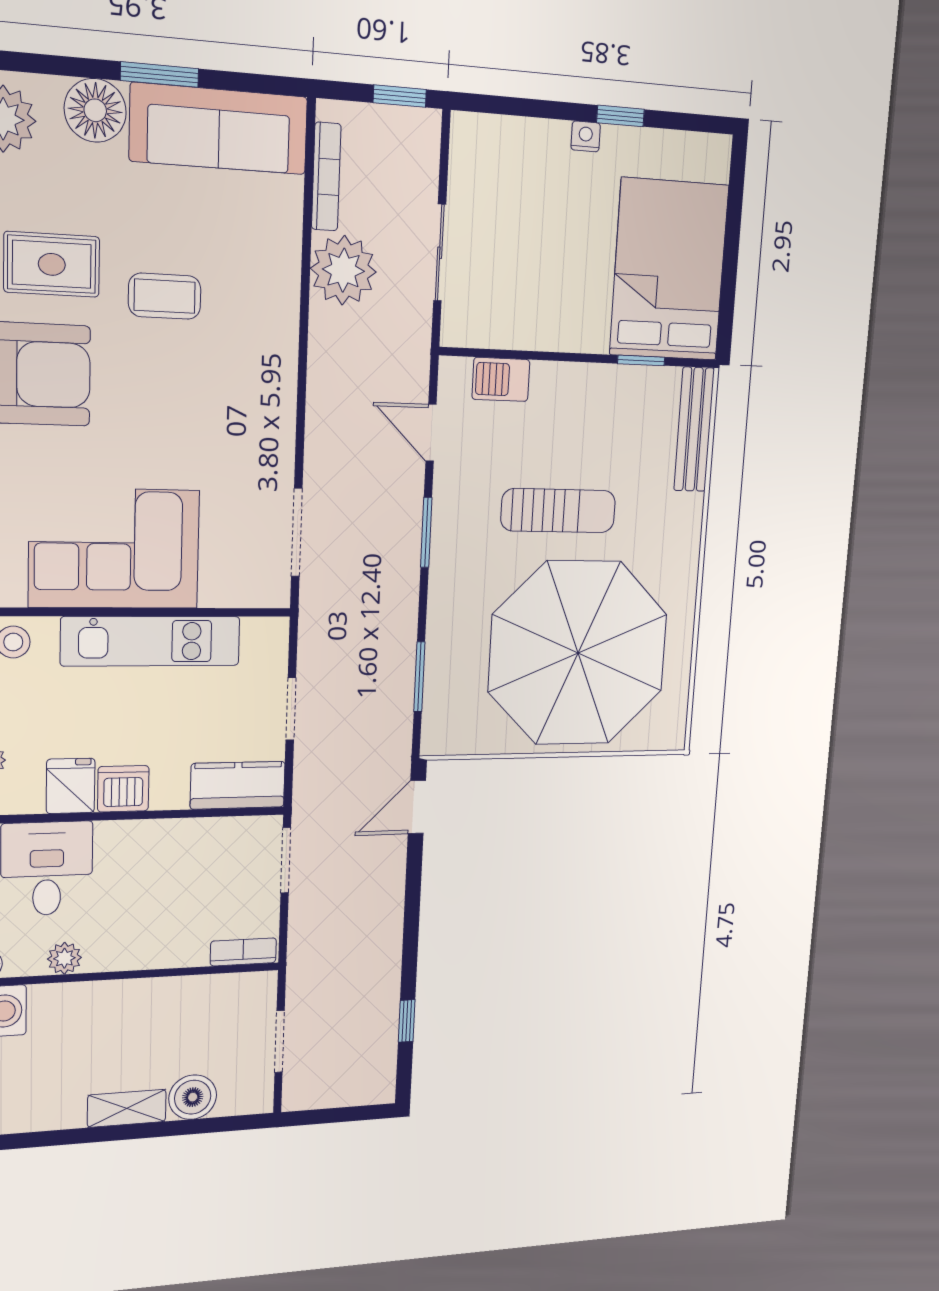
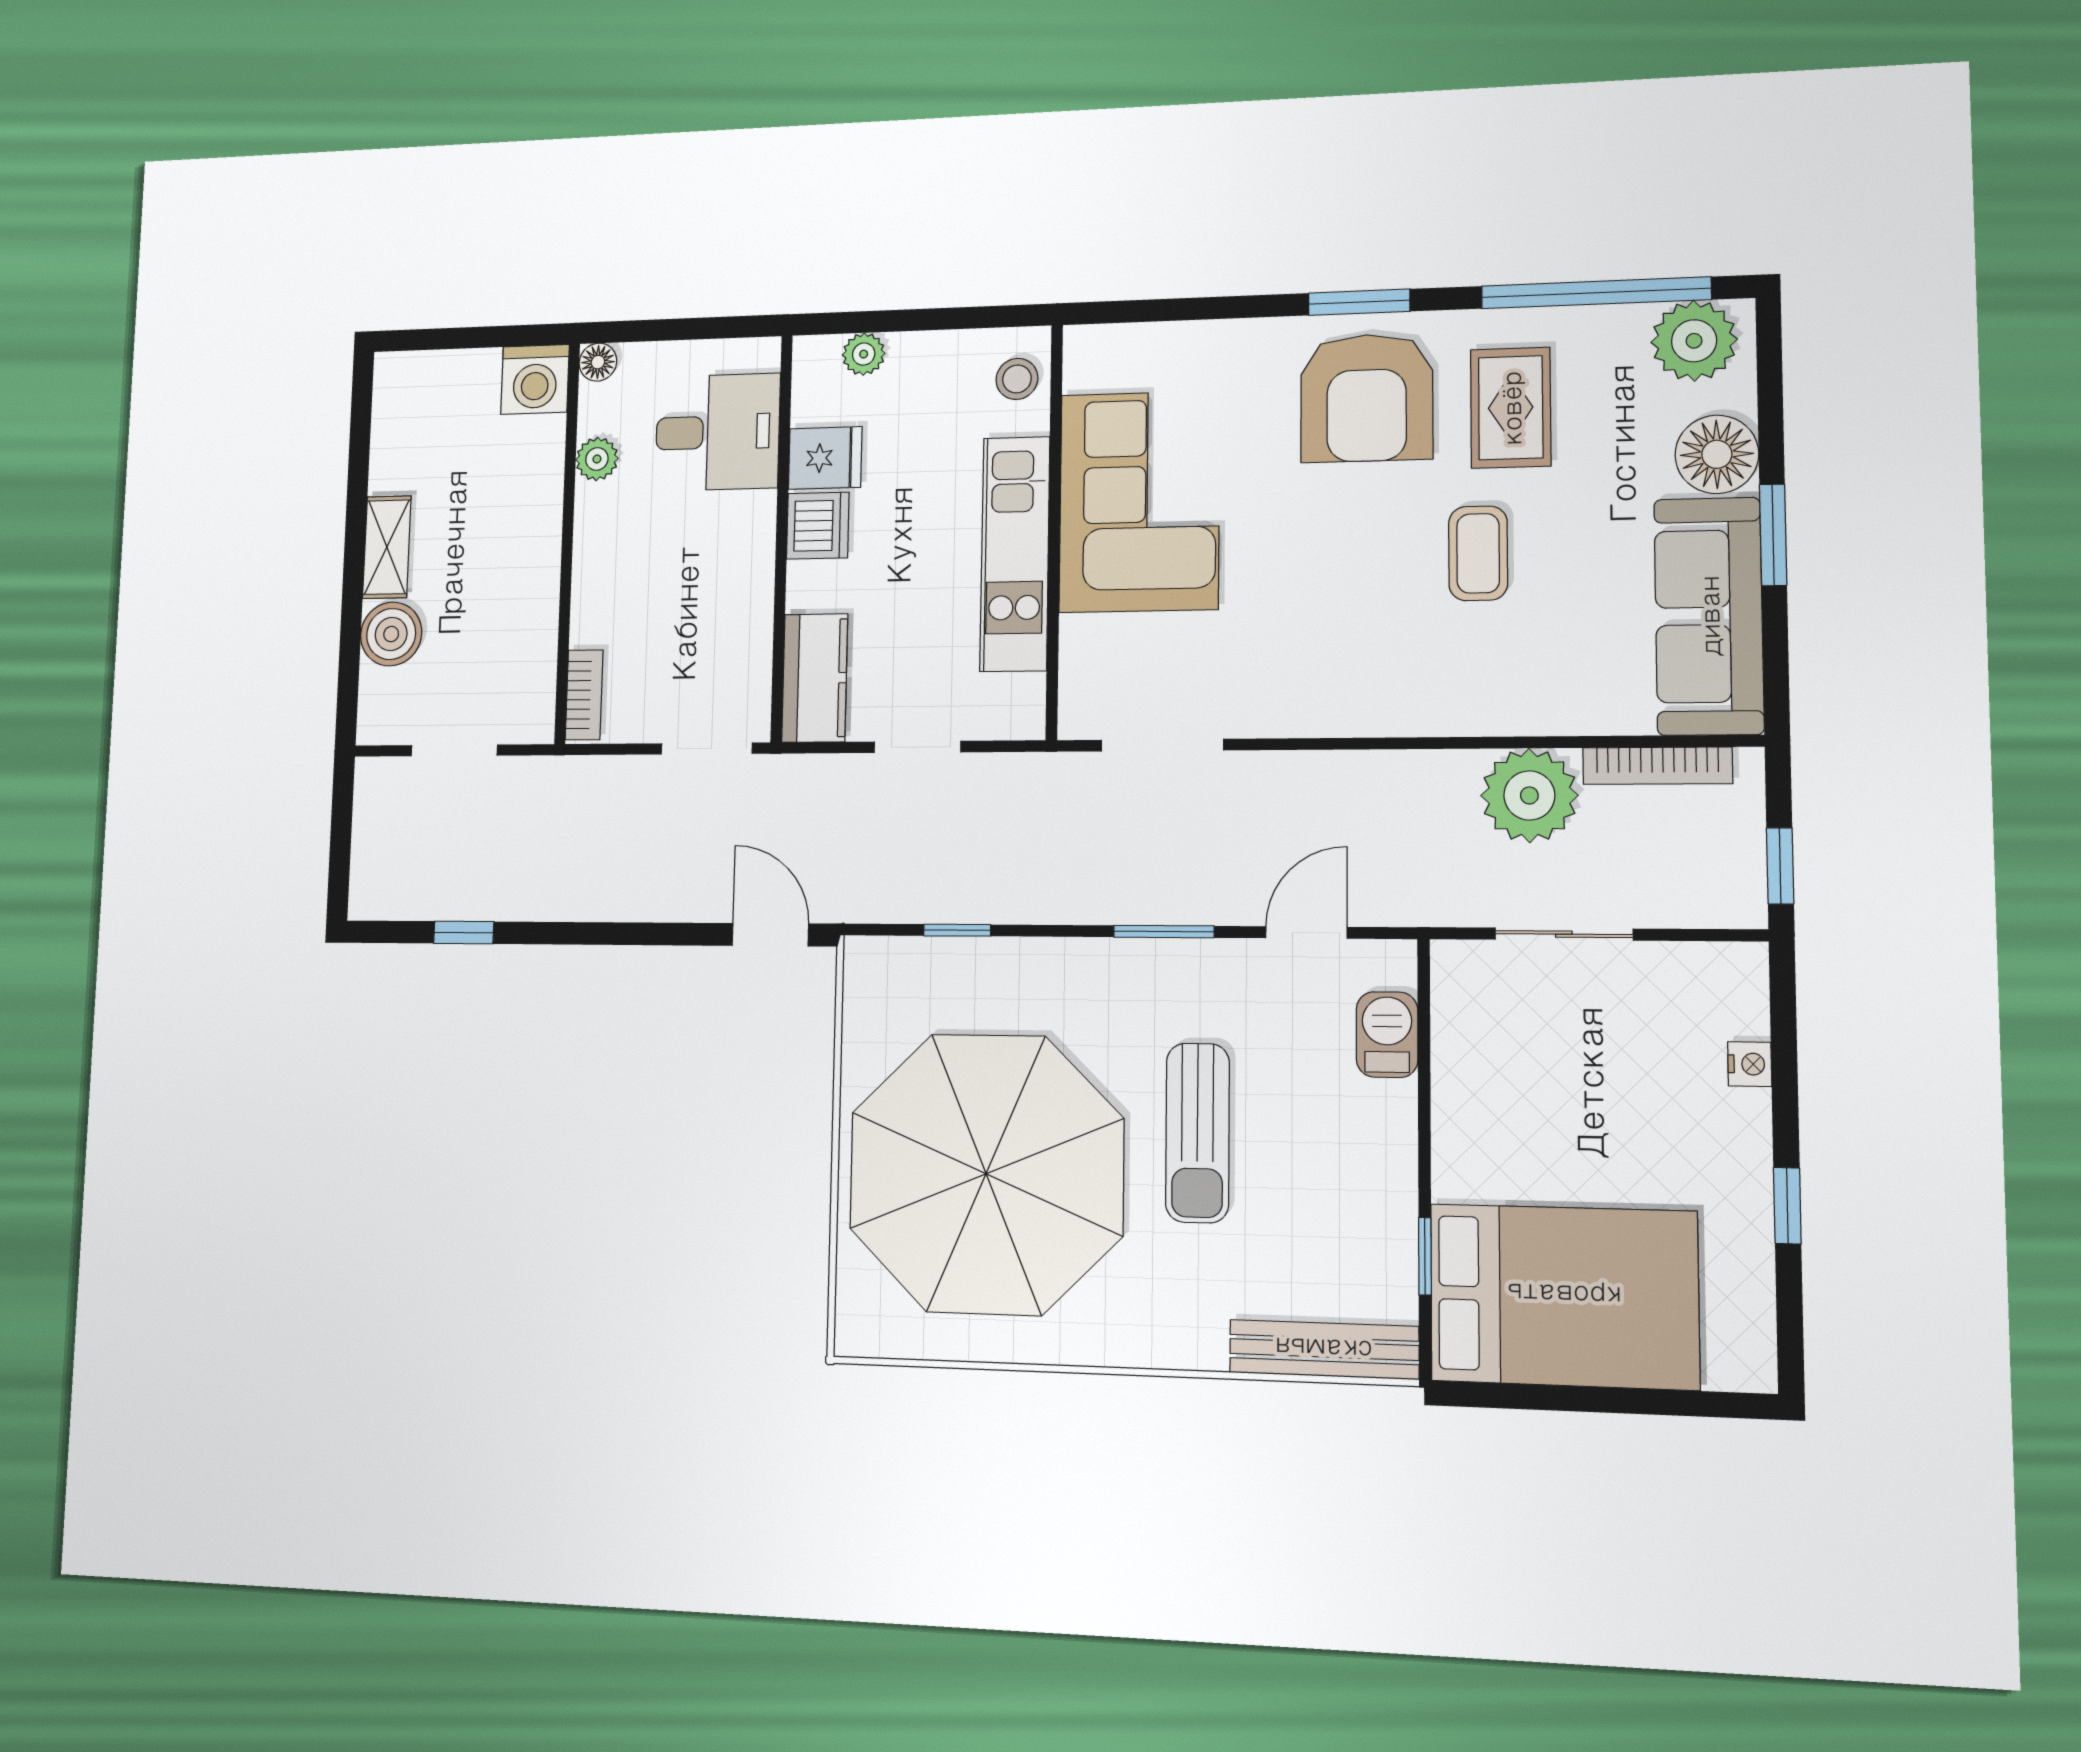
nightstand: (586, 136) -> (1750, 1064), moved
window: (419, 677) -> (957, 930), width x0.67

